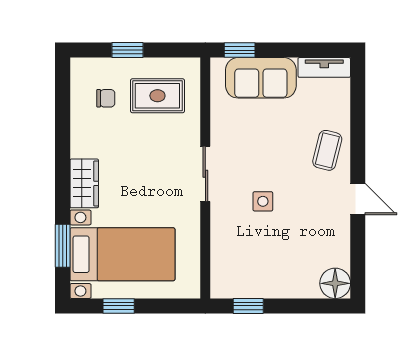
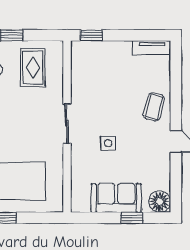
sofa: (261, 78) -> (116, 198), moved, turned 180
rug: (157, 96) -> (33, 68), turned 90
window: (248, 306) -> (132, 218), moved

